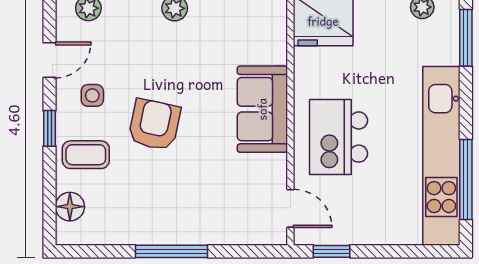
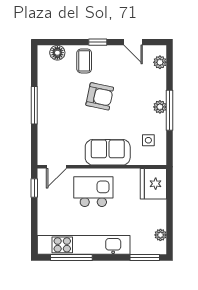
side table: (92, 95) -> (148, 140), moved

